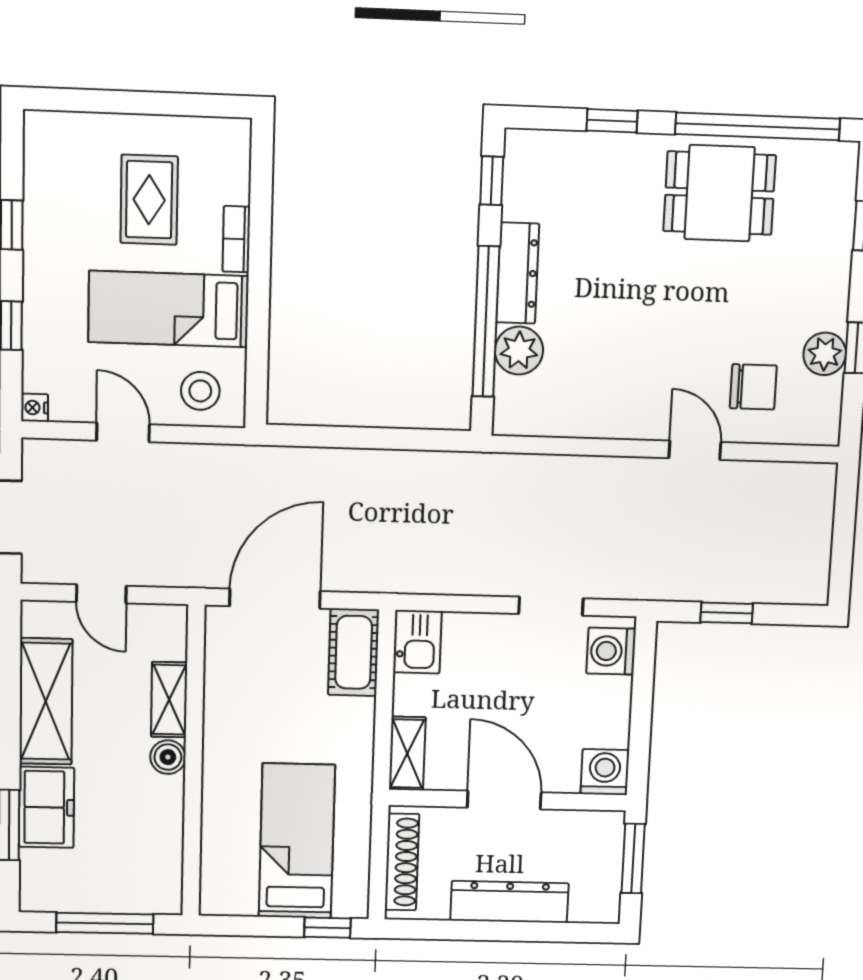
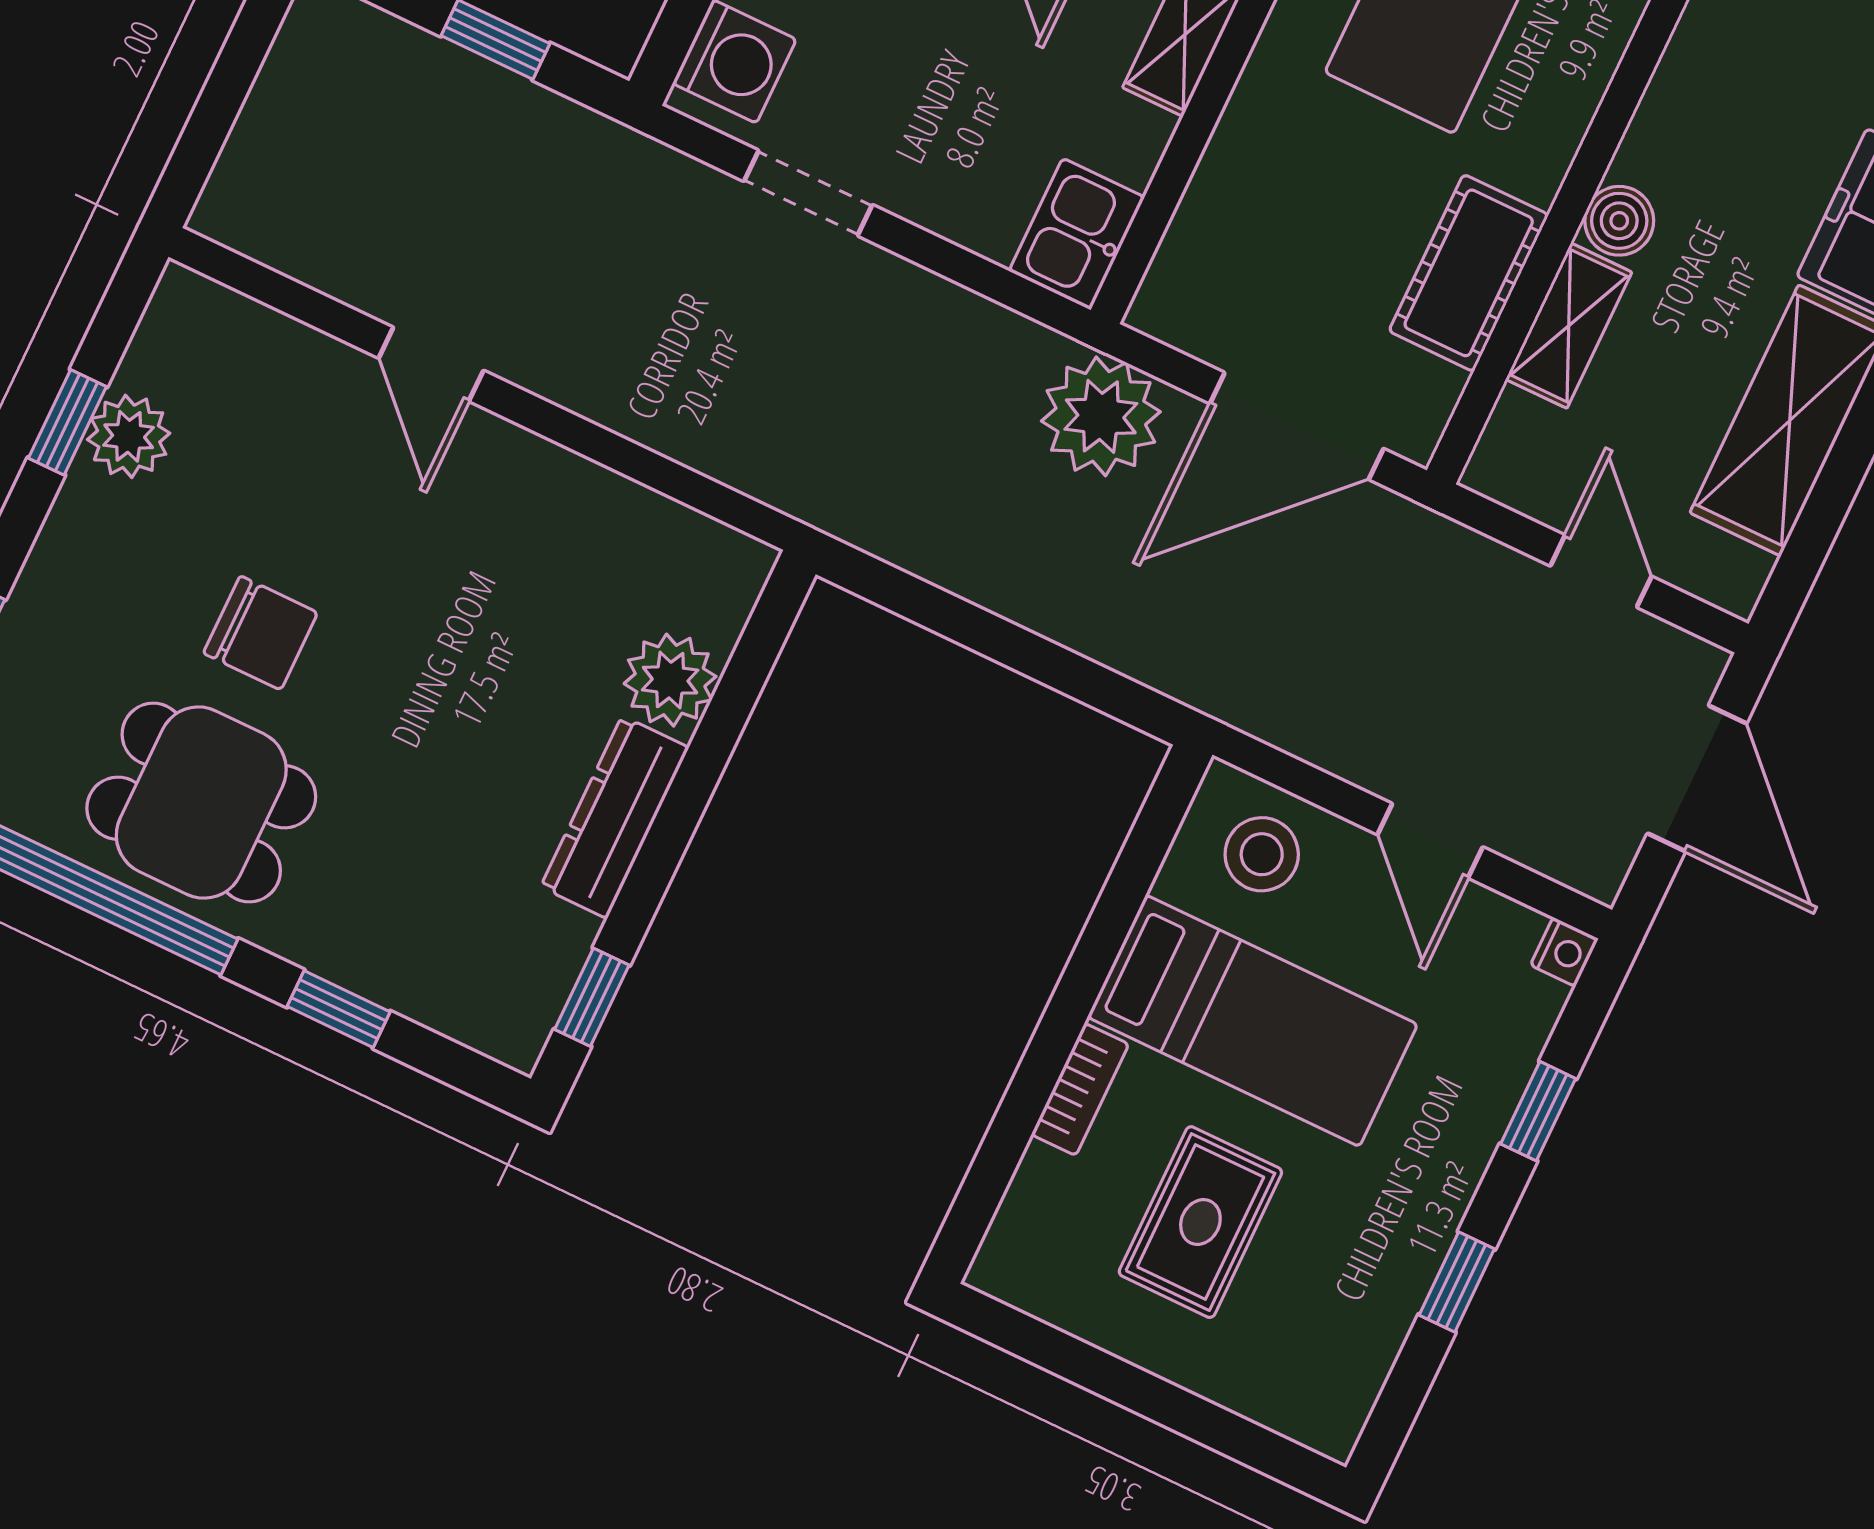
window: (486, 322) -> (707, 756), removed
chair: (753, 387) -> (260, 633), moved, turned 180
plant: (369, 563) -> (1101, 416), added
cot: (354, 652) -> (1469, 273), moved

